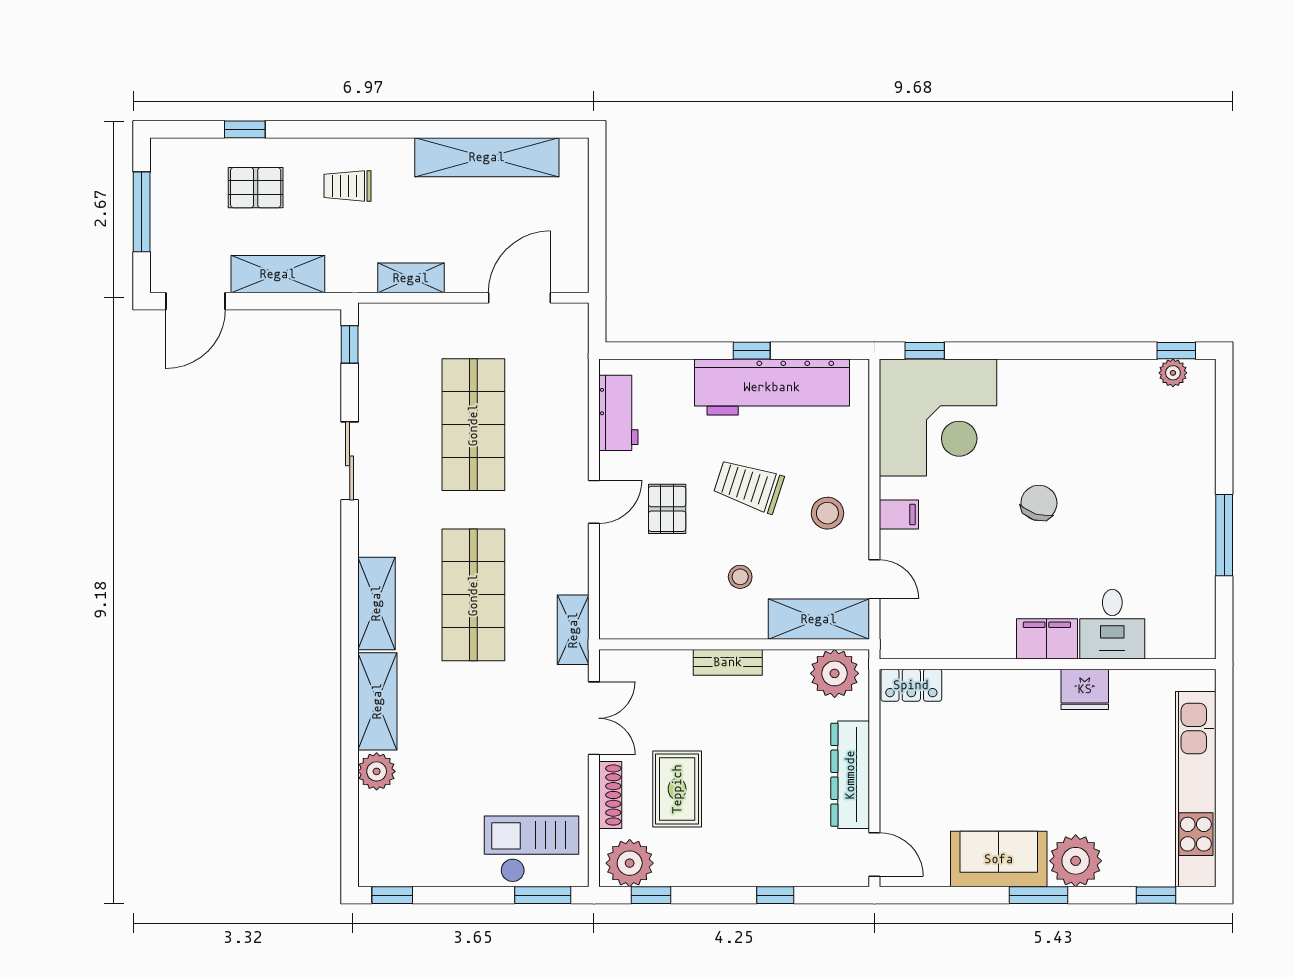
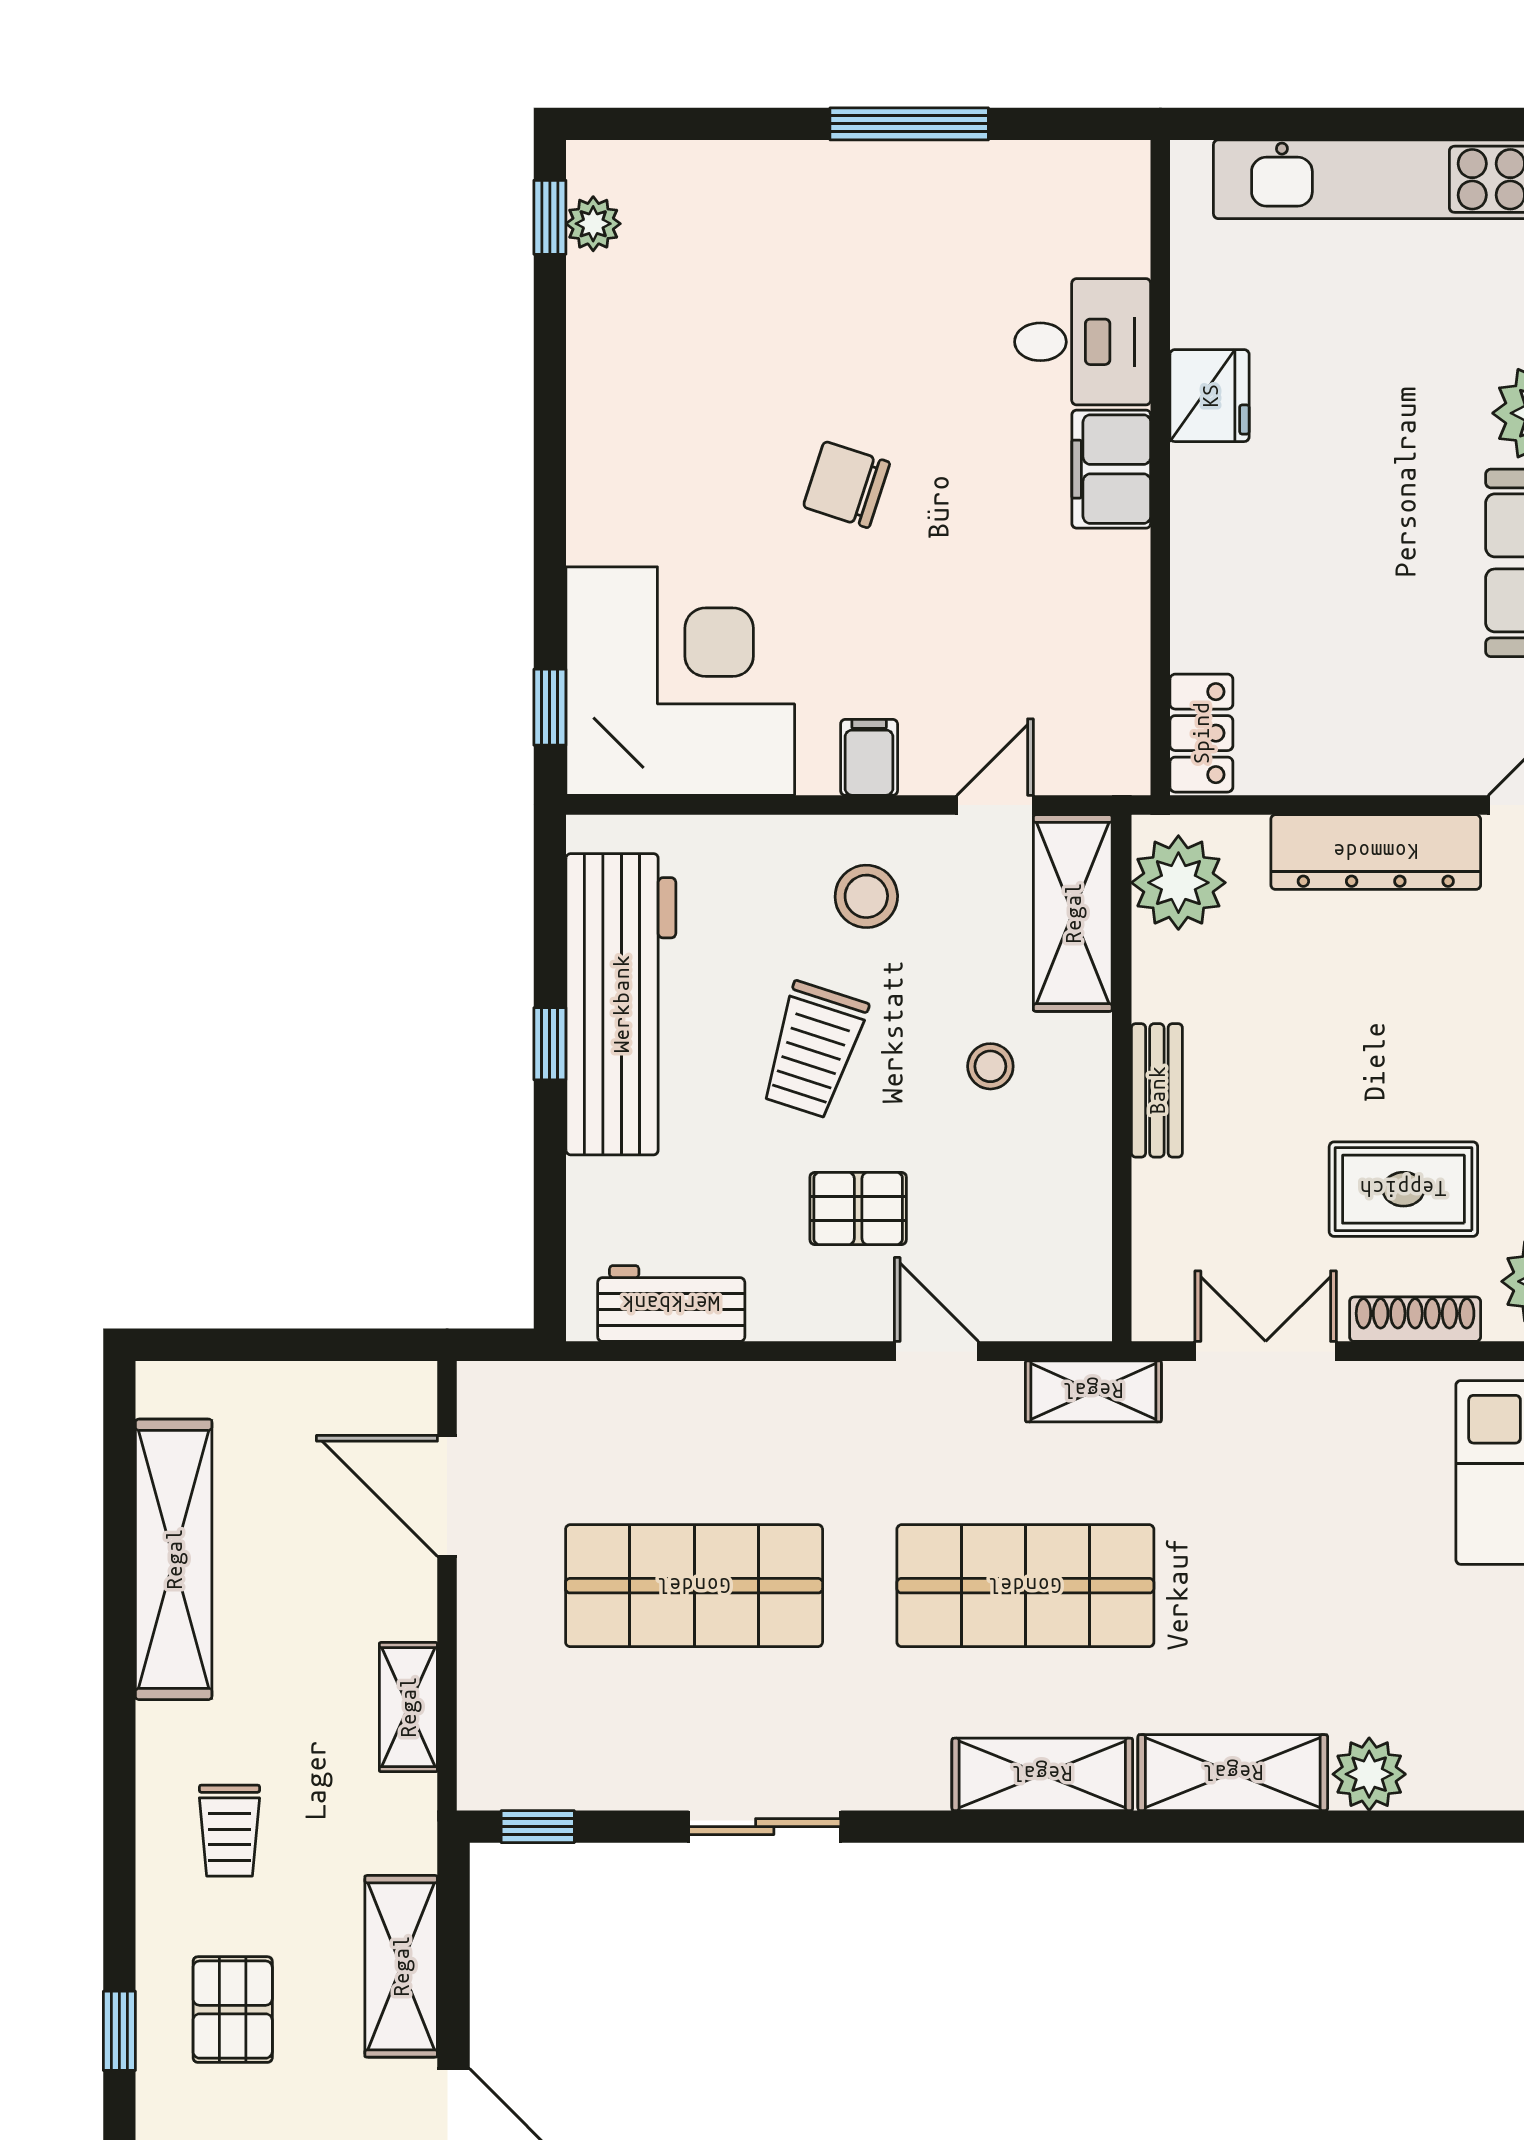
door: (594, 502) -> (936, 1351), moved

